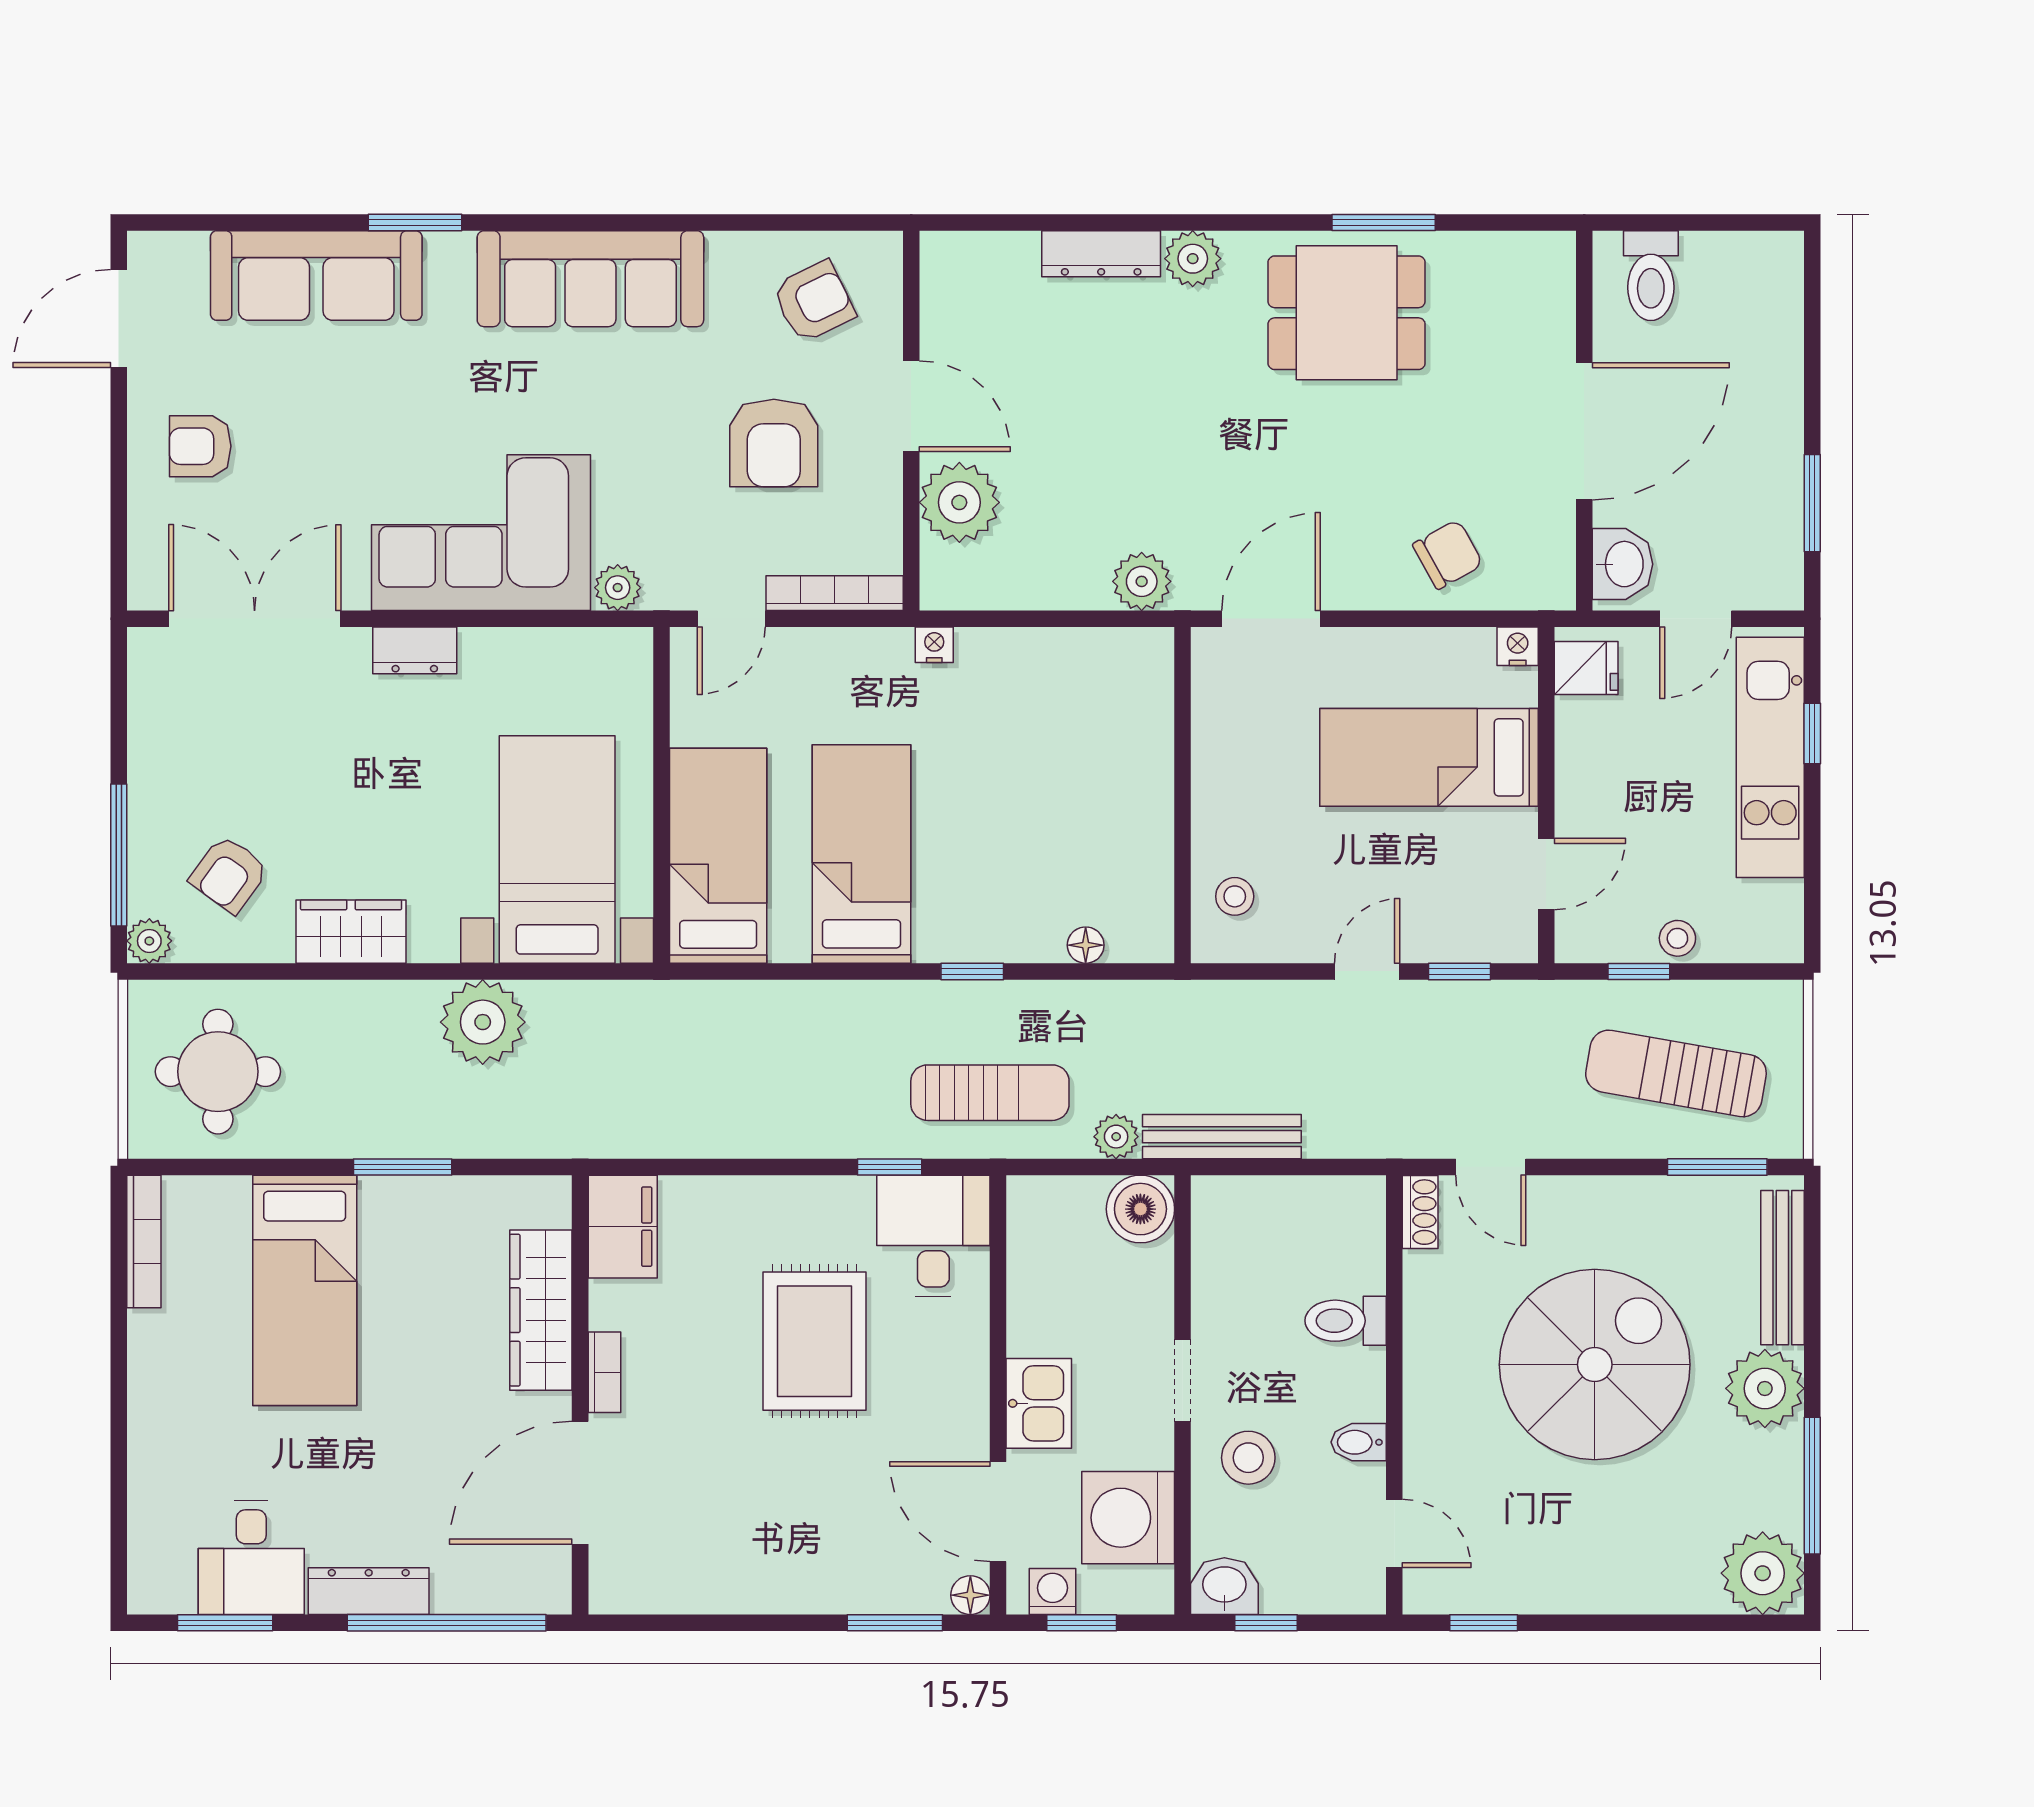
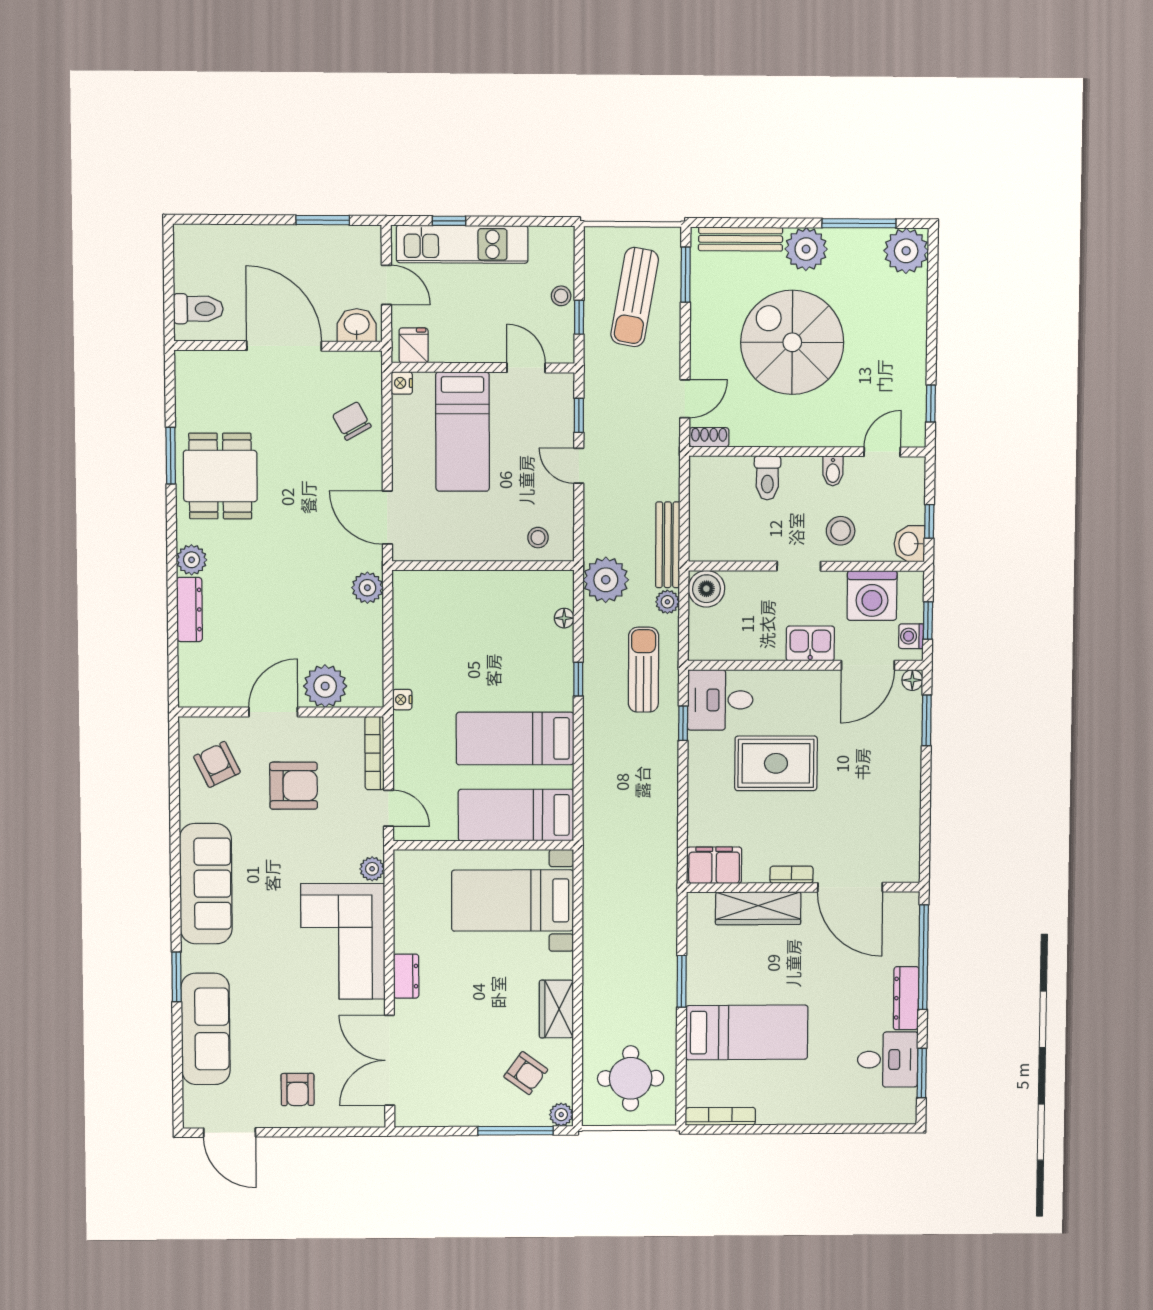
plant: (483, 1022) -> (606, 580), moved

